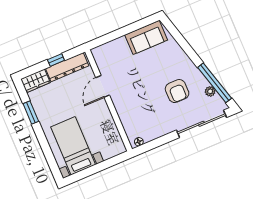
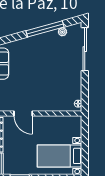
window: (215, 83) -> (45, 29), moved
armchair: (177, 91) -> (51, 57), removed

